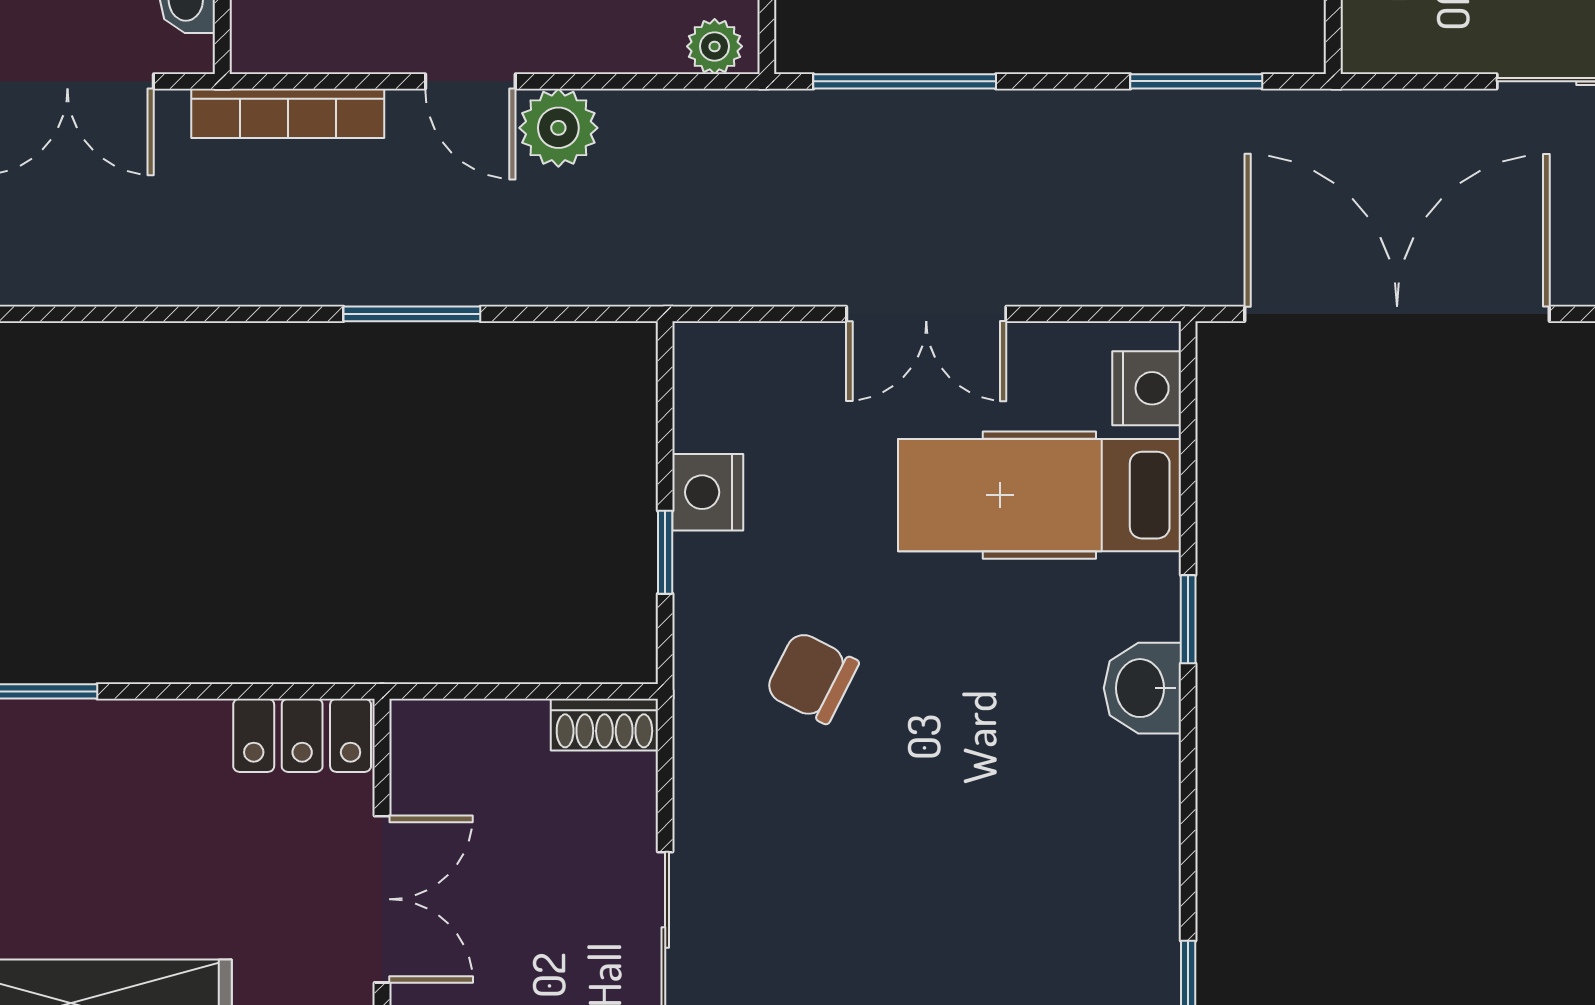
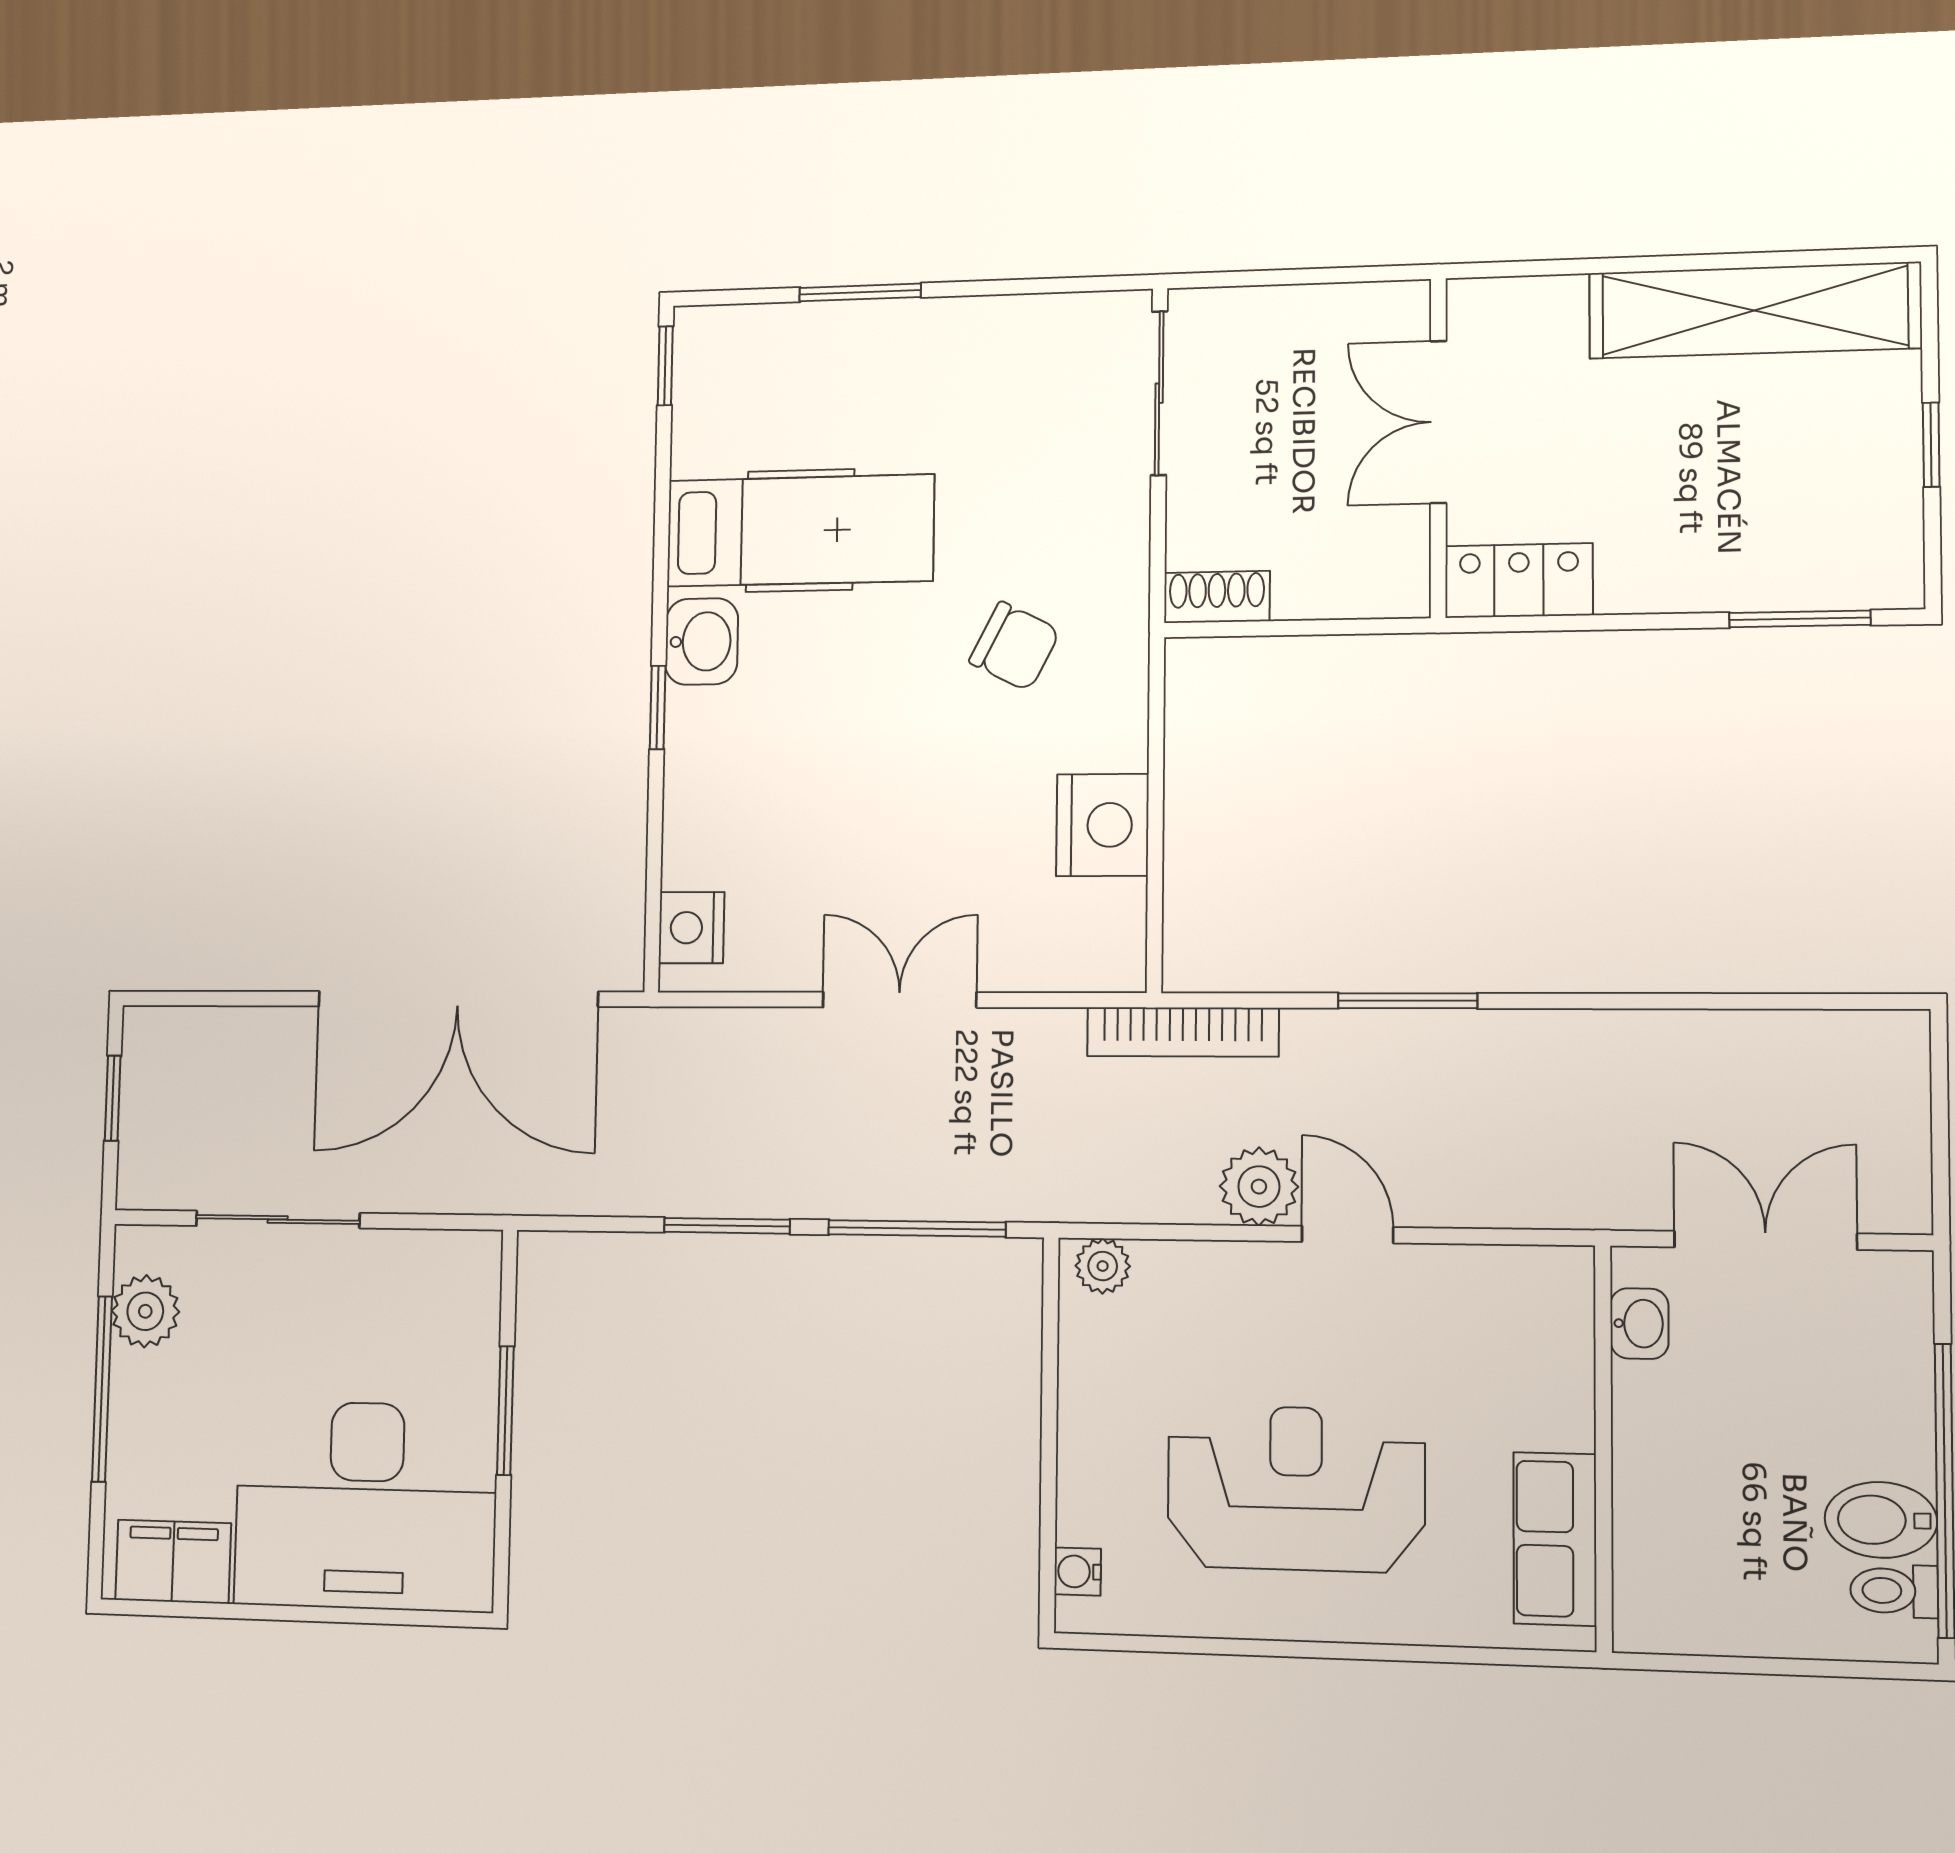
window: (1196, 81) -> (727, 1226), moved
bookcase: (288, 113) -> (1183, 1032), moved, turned 180
nightstand: (708, 492) -> (1102, 825), width x1.36, depth x1.33
hospital bed: (1039, 495) -> (800, 531), moved
window: (665, 552) -> (1156, 766), removed

